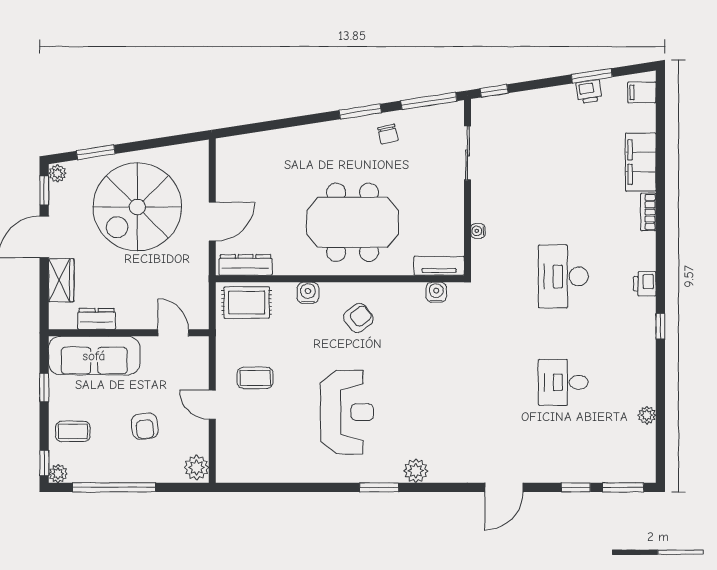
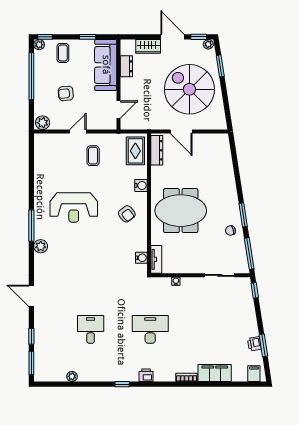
meeting table: (353, 222) -> (181, 211), turned 90
window: (379, 487) -> (31, 226), width x1.44

